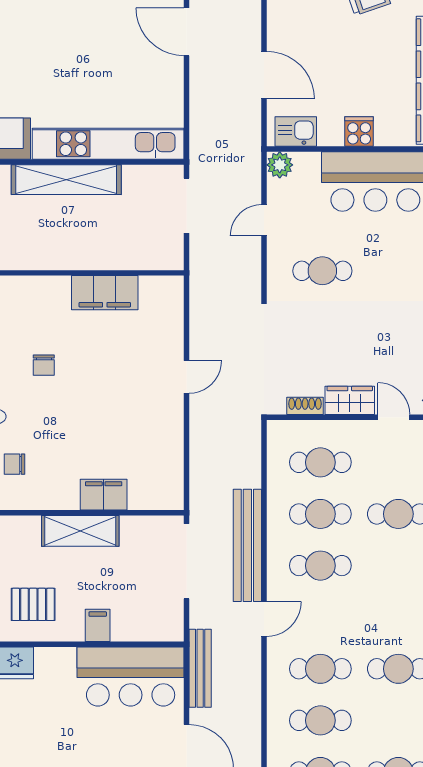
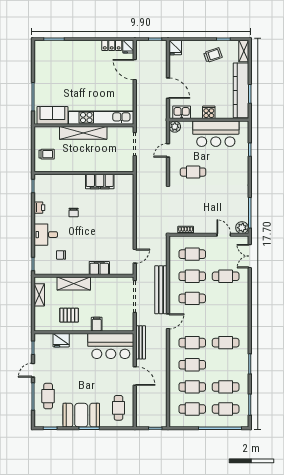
door: (187, 377) -> (135, 256), moved
wardrobe: (350, 400) -> (205, 228), removed
shelving: (80, 531) -> (74, 283), moved

